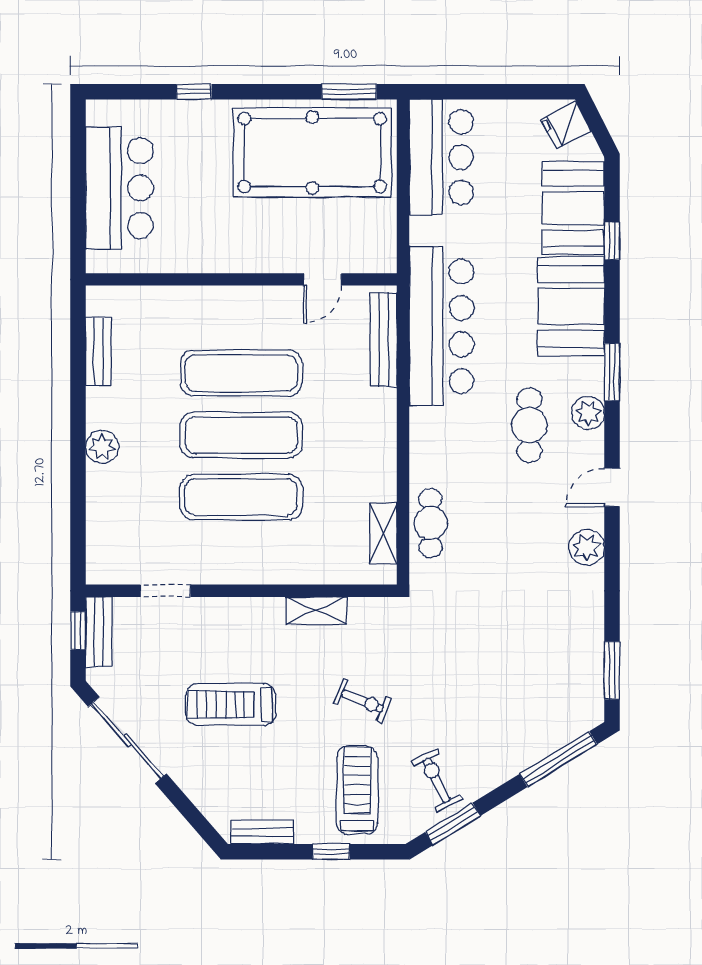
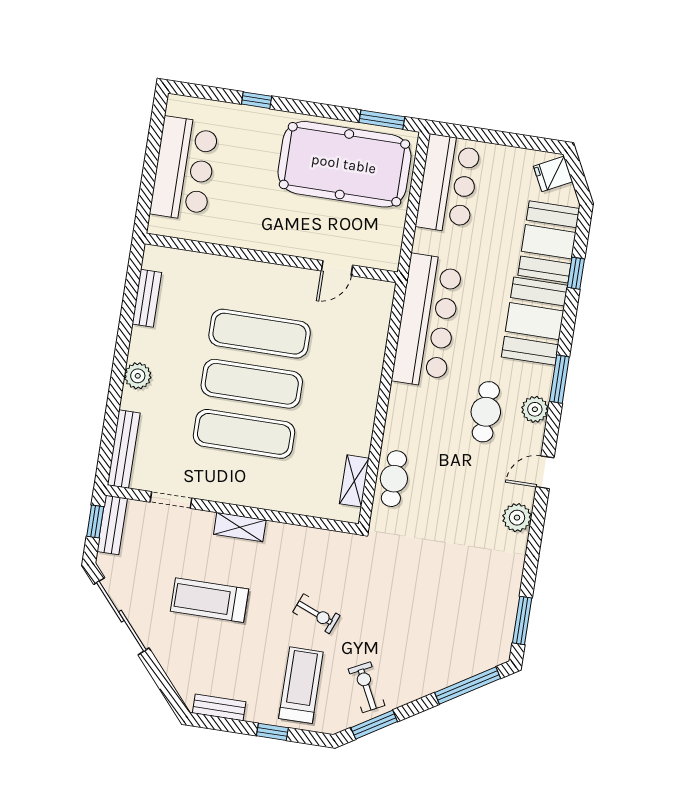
bench: (384, 340) -> (124, 449), moved
shelving: (316, 610) -> (240, 527), moved

